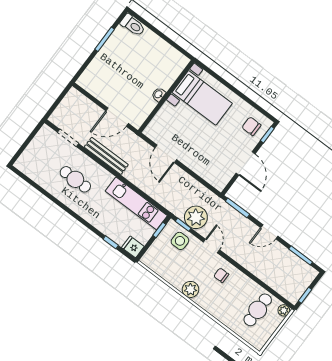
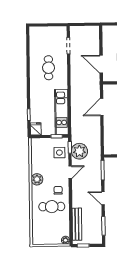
bench: (106, 156) -> (77, 224), moved
cafe table: (258, 310) -> (52, 207), moved

